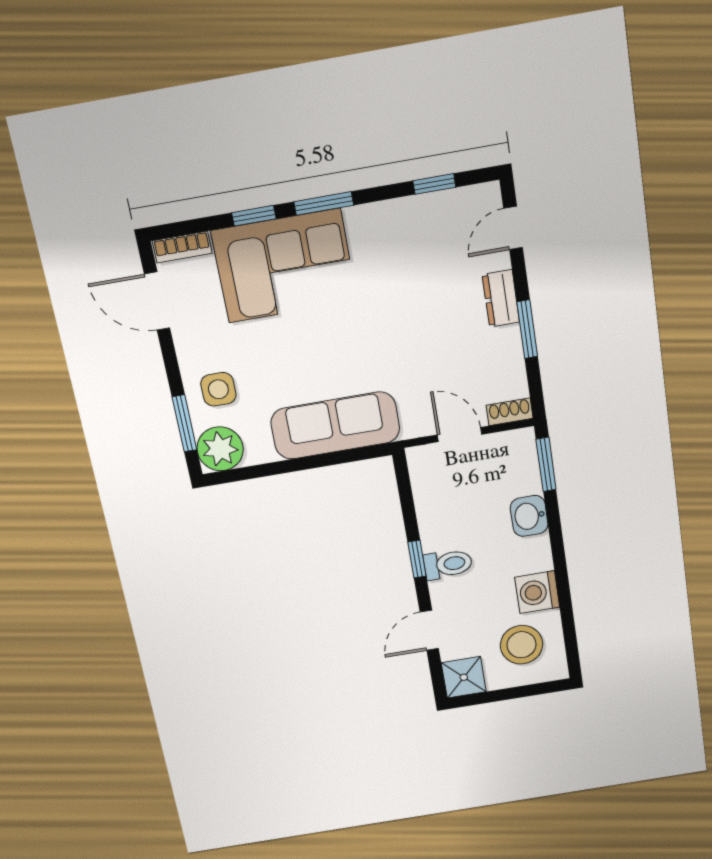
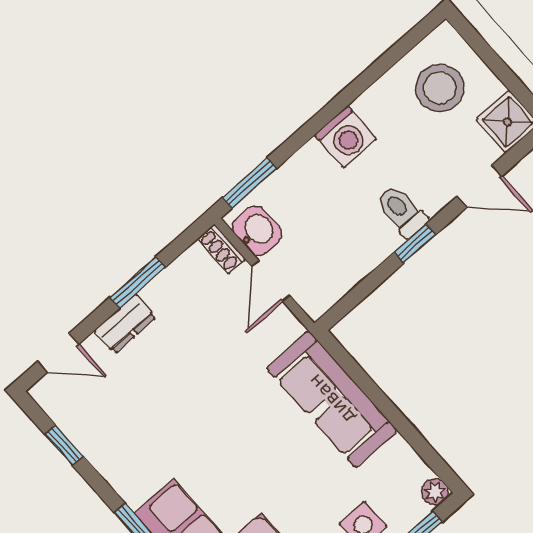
plant: (220, 449) -> (435, 492), width x0.53, depth x0.53
washbasin: (529, 516) -> (257, 231), moved, turned -90
washing machine: (537, 592) -> (345, 137), moved

